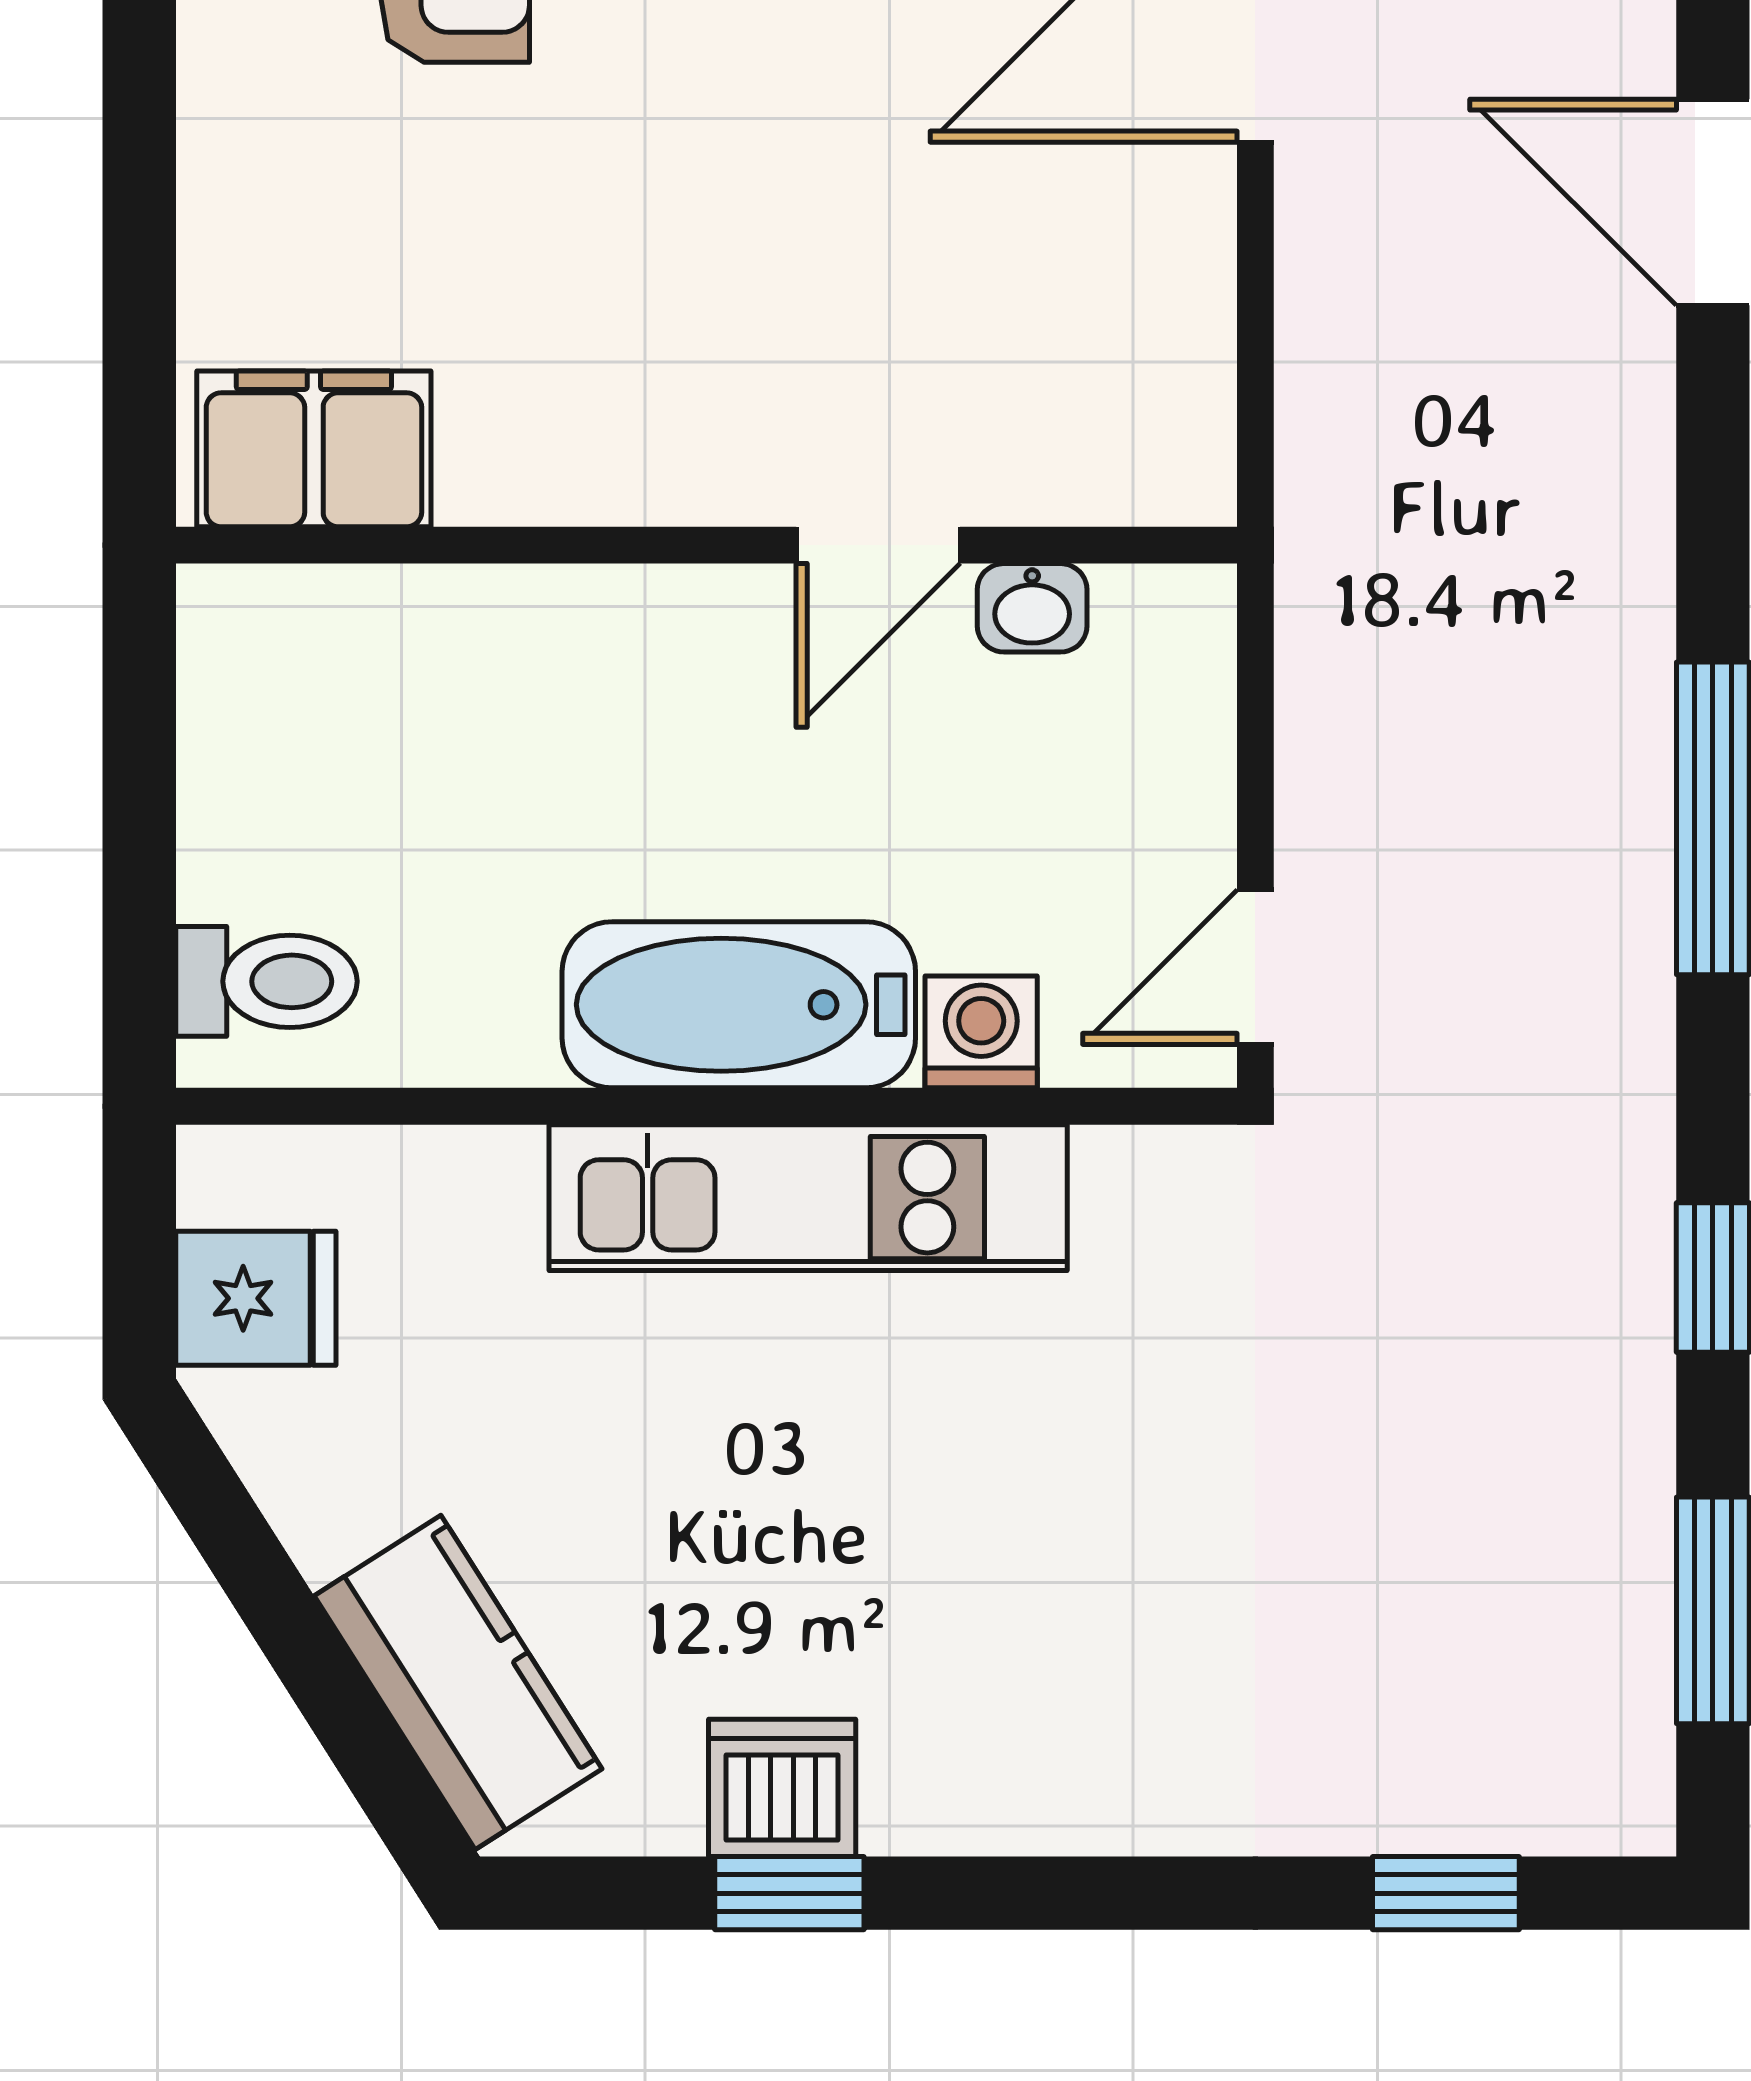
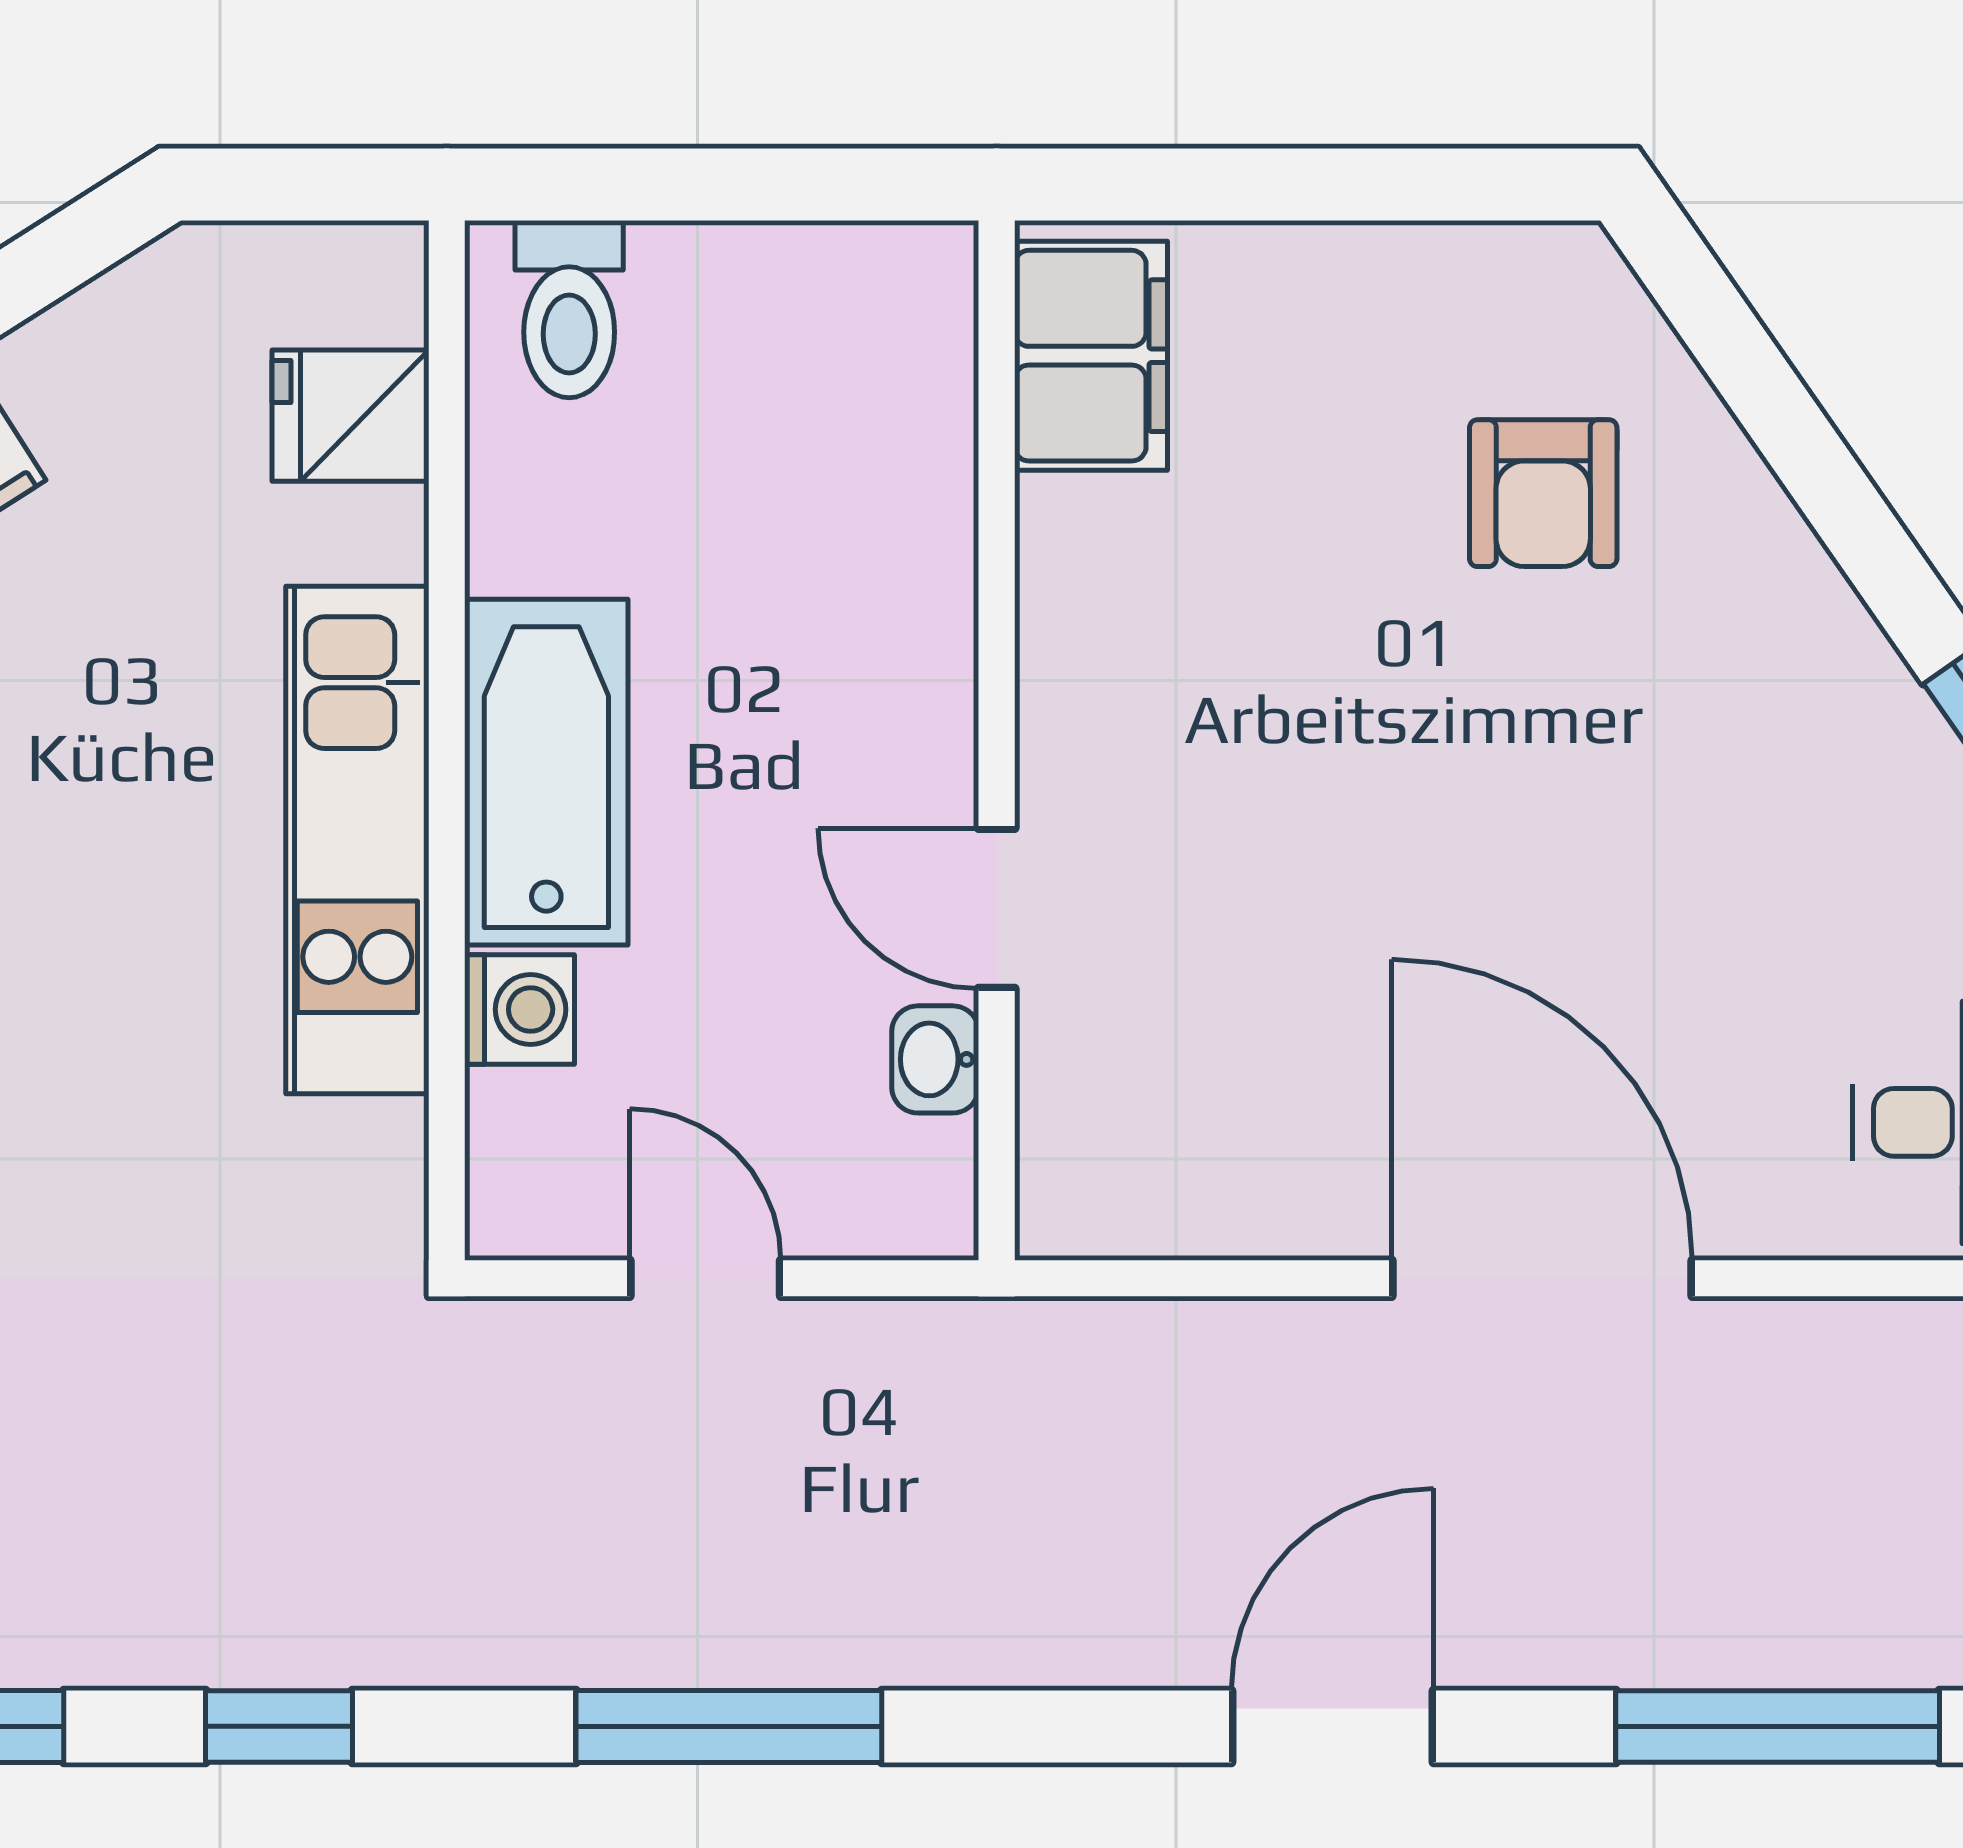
door: (1255, 967) -> (705, 1278), moved
fridge: (256, 1298) -> (350, 416), moved, turned 90

